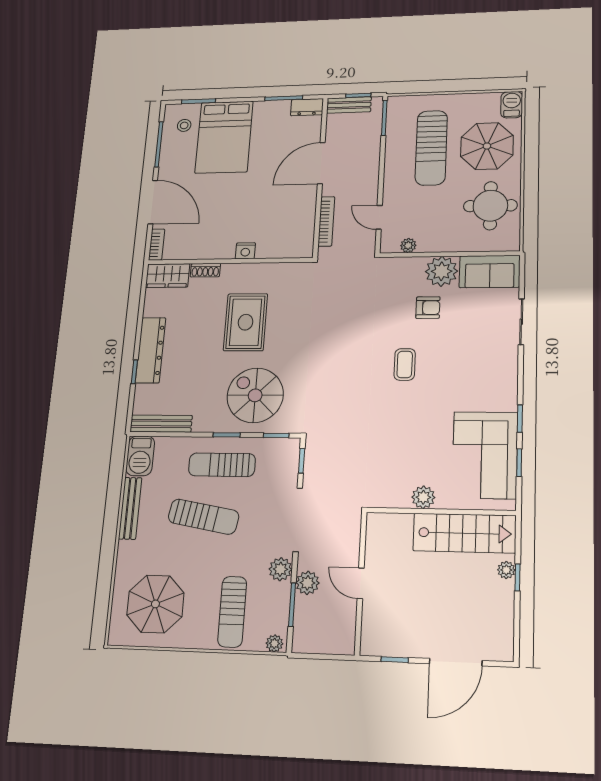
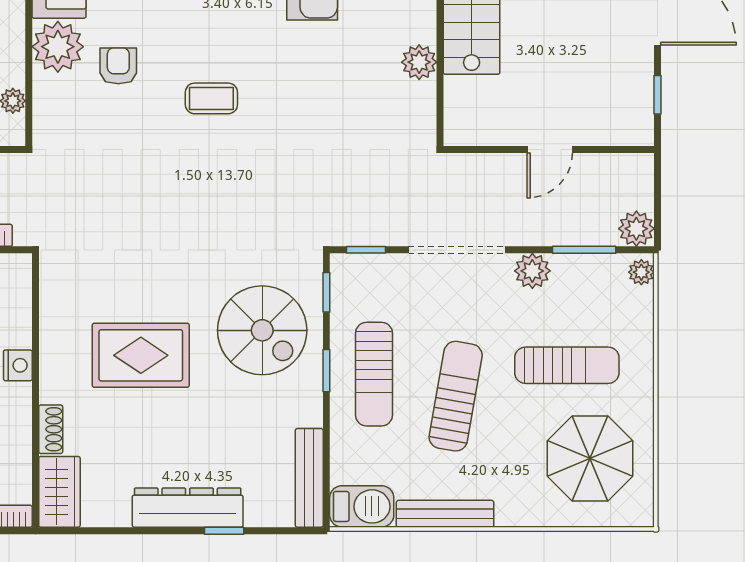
spiral stairs: (255, 395) -> (262, 330), turned -90
plant: (308, 583) -> (636, 229), moved
sun lounger: (232, 612) -> (567, 365), moved

